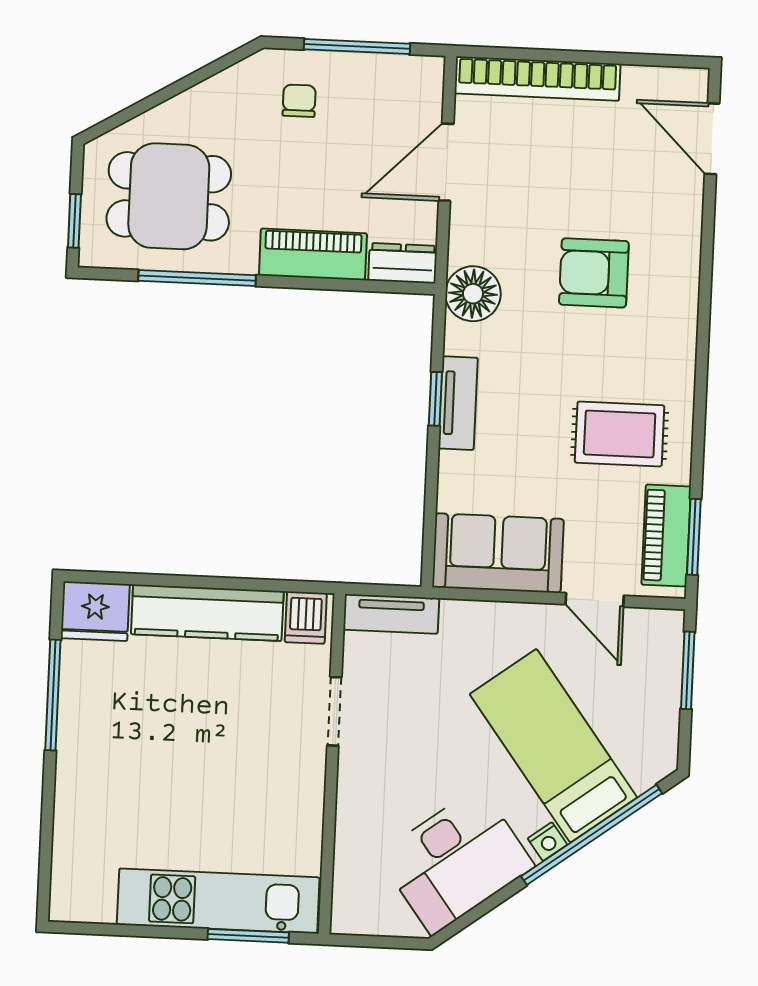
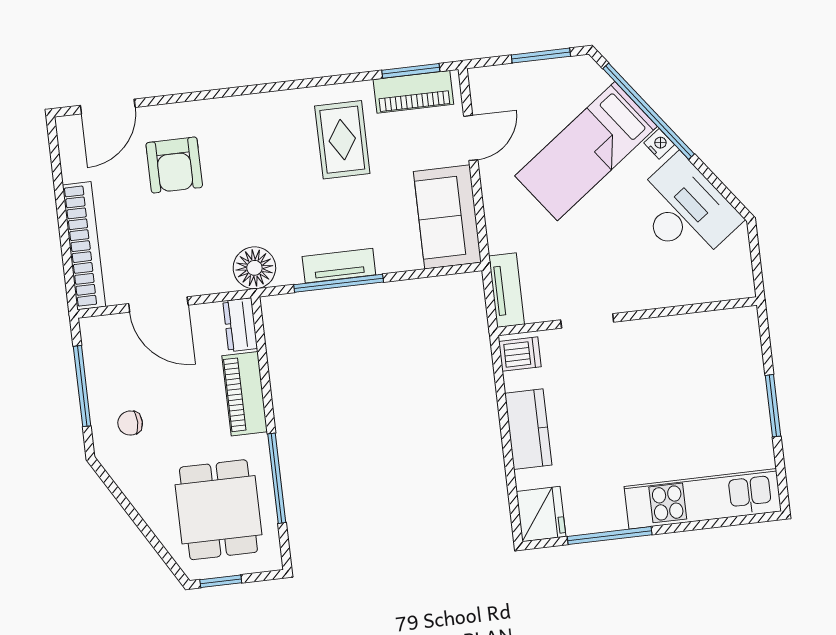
window: (74, 221) -> (221, 581), moved
armchair: (594, 273) -> (174, 165), moved
window: (435, 399) -> (339, 283), width x2.17
kitchen counter: (207, 613) -> (528, 429), width x0.67
window: (688, 670) -> (541, 56), moved
kitchen unit: (218, 901) -> (703, 499), moved, turned 90
window: (248, 936) -> (773, 406), moved

